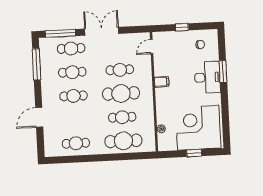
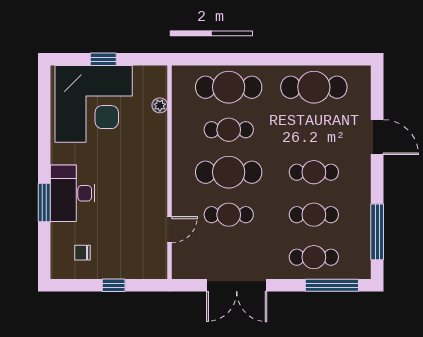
double door: (102, 31) -> (237, 285), moved
door: (152, 46) -> (170, 230), moved
filing cabinet: (162, 82) -> (155, 189), removed
door: (39, 117) -> (377, 137), hinge flipped
cafe table: (76, 143) -> (314, 87), width x1.37, depth x1.35

